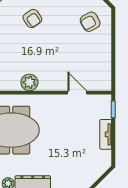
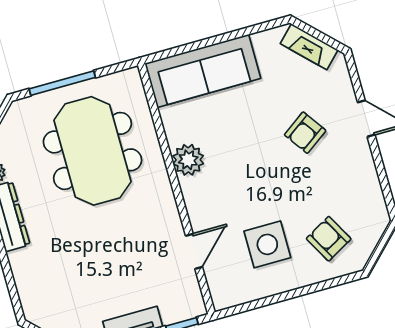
side table: (84, 54) -> (267, 244), added

